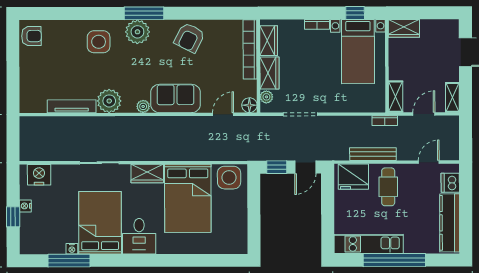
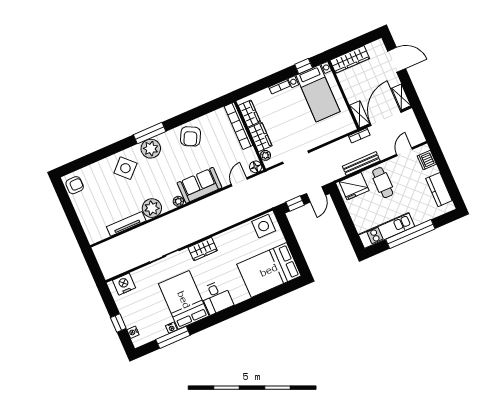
wardrobe: (404, 28) -> (350, 59), width x1.50
side table: (99, 42) -> (125, 168), turned 45
door: (424, 114) -> (386, 118), width x1.88
bed: (188, 198) -> (269, 270), moved, turned 90
nightstand: (25, 206) -> (133, 332), moved
kitchen counter: (450, 223) -> (439, 190), width x0.67

